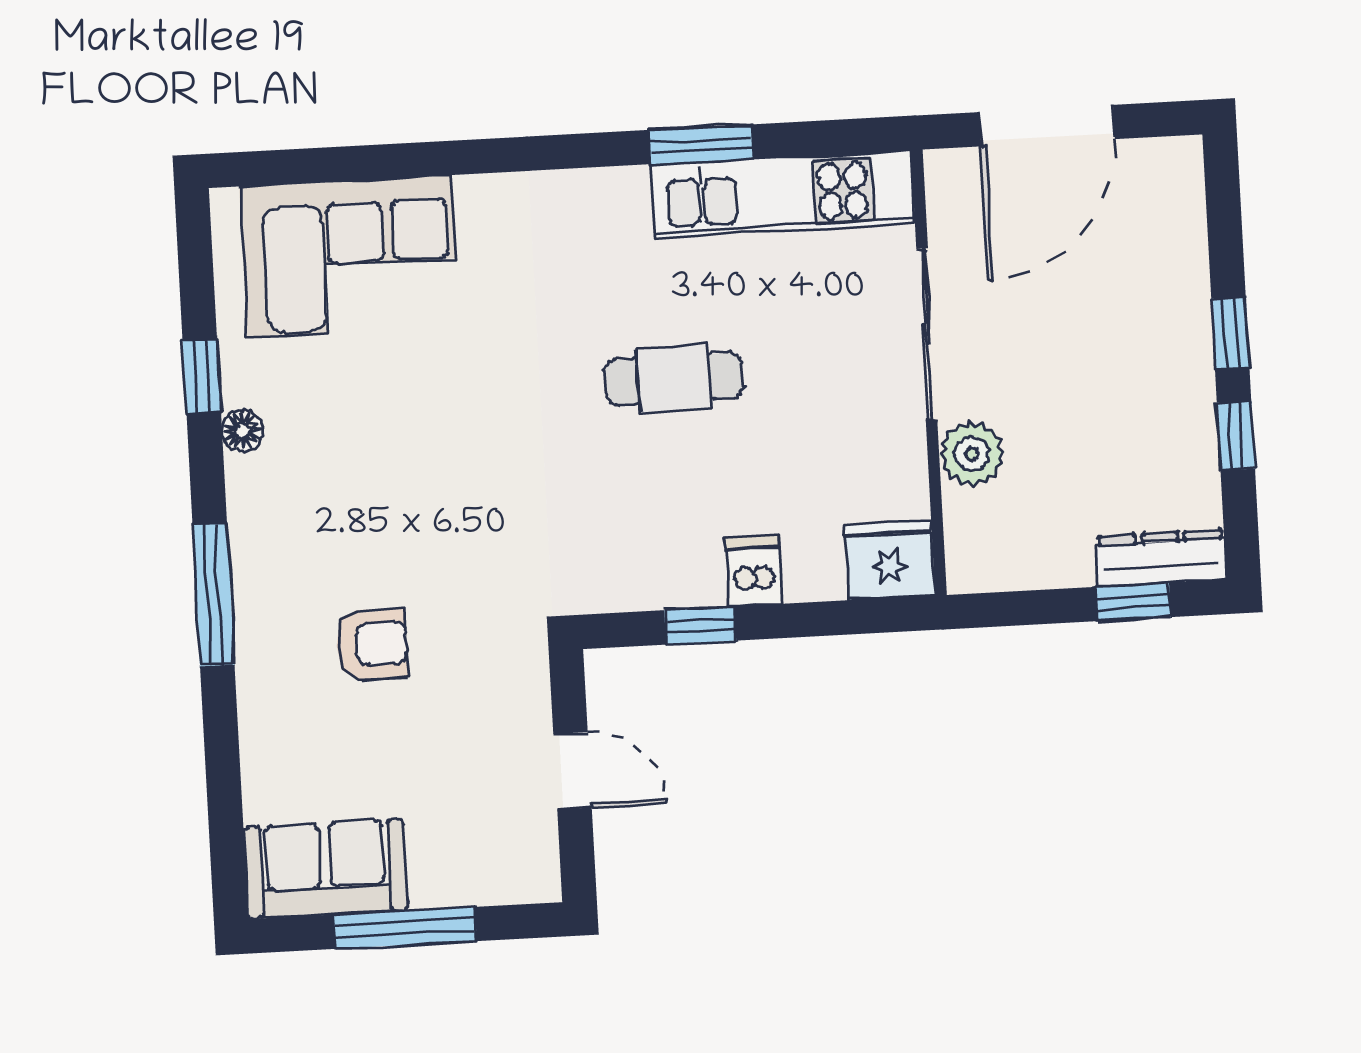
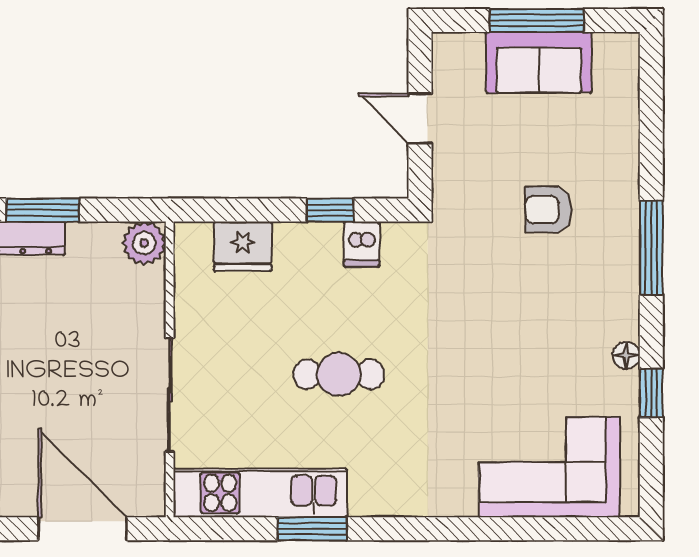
door: (1047, 126) -> (83, 529), hinge flipped
plant: (972, 454) -> (144, 243), moved
fridge: (890, 560) -> (243, 246), moved
dishwasher: (754, 571) -> (362, 244), moved
window: (1133, 602) -> (43, 210), width x1.50
sofa: (325, 869) -> (539, 62), moved

